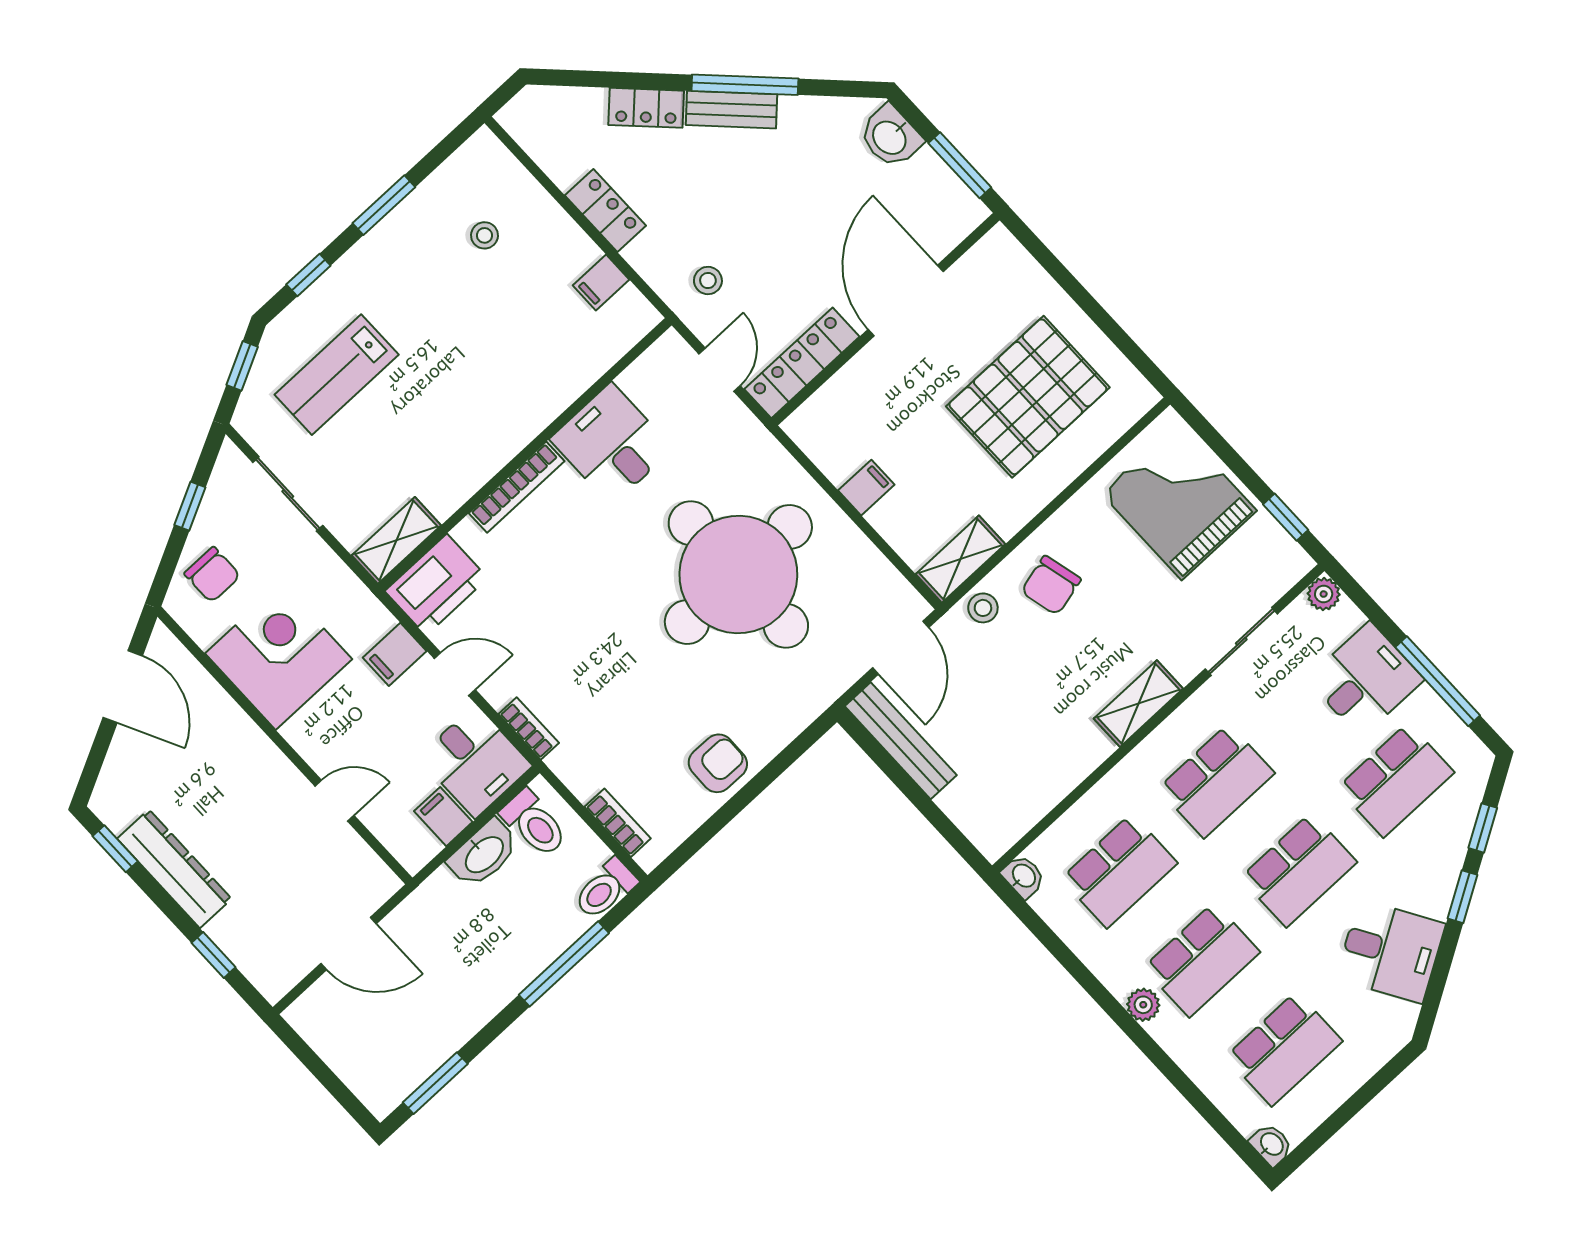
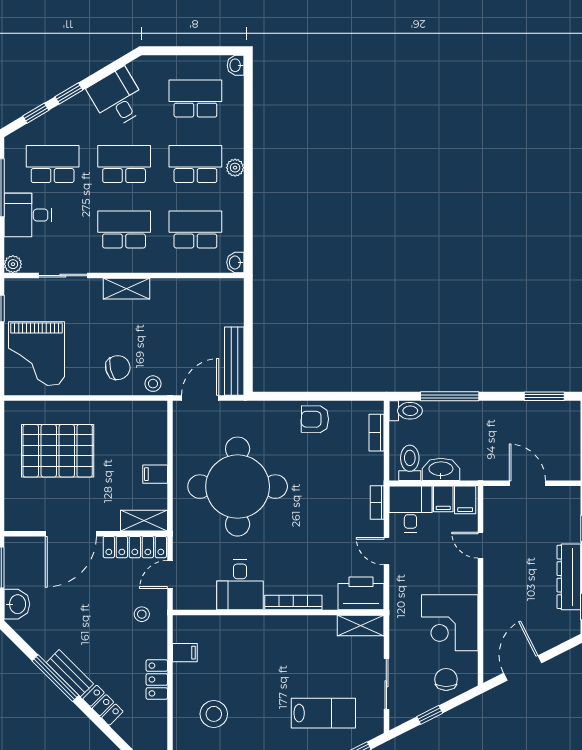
stool: (485, 235) -> (214, 714), width x1.89, depth x1.89
shelving: (960, 559) -> (144, 521), moved
filing cabinet: (395, 654) -> (465, 500), moved, turned 90

